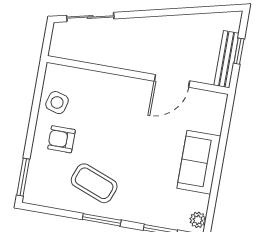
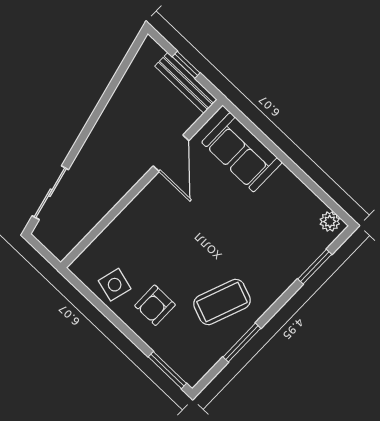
sofa: (199, 162) -> (242, 152), moved
window: (102, 220) -> (242, 343), moved

